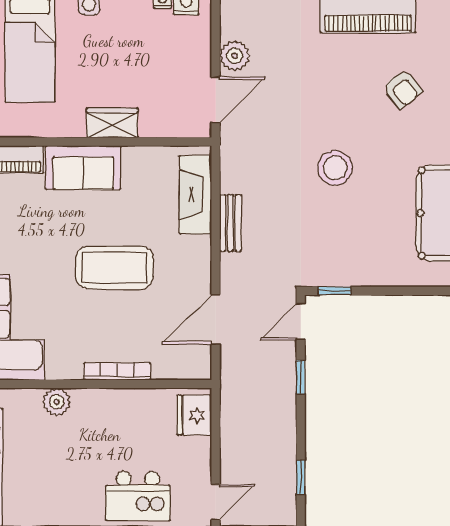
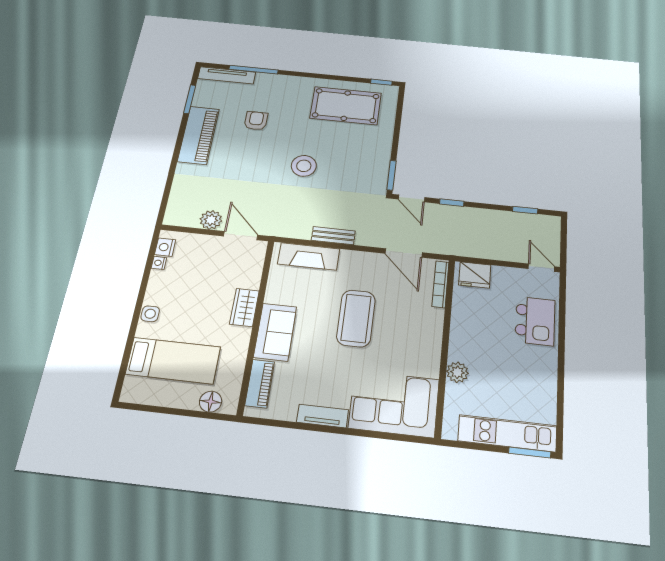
armchair: (402, 89) -> (256, 121), turned -52
window: (334, 291) -> (391, 175), width x1.50
bookcase: (117, 371) -> (440, 284), moved

